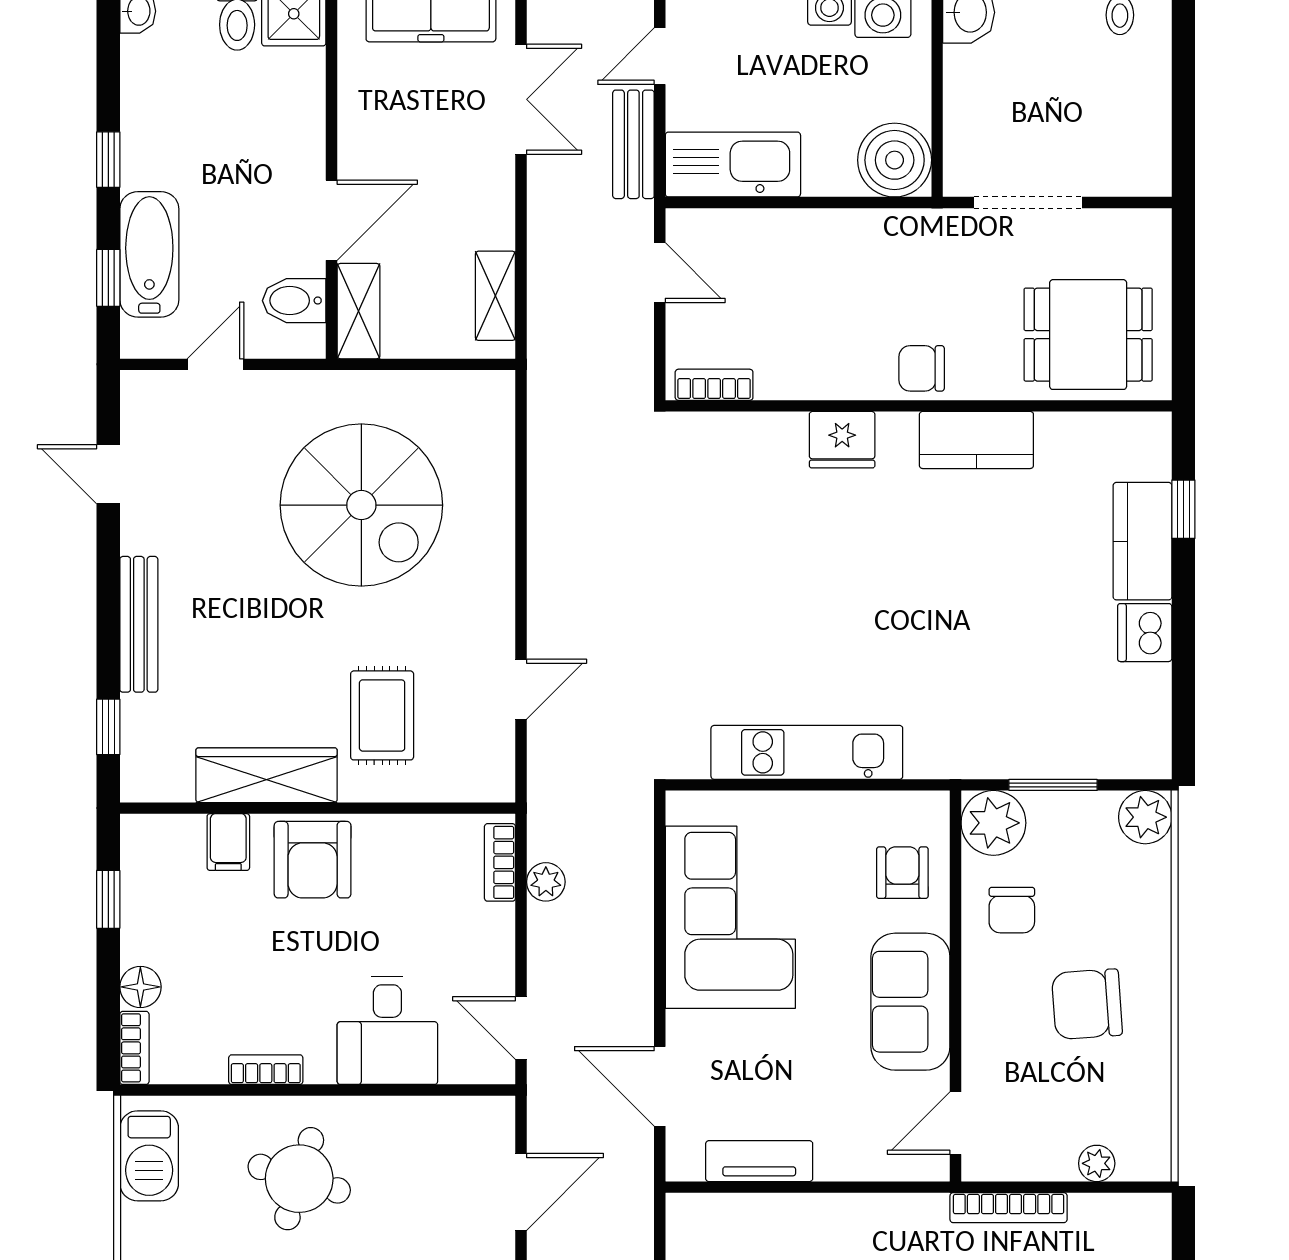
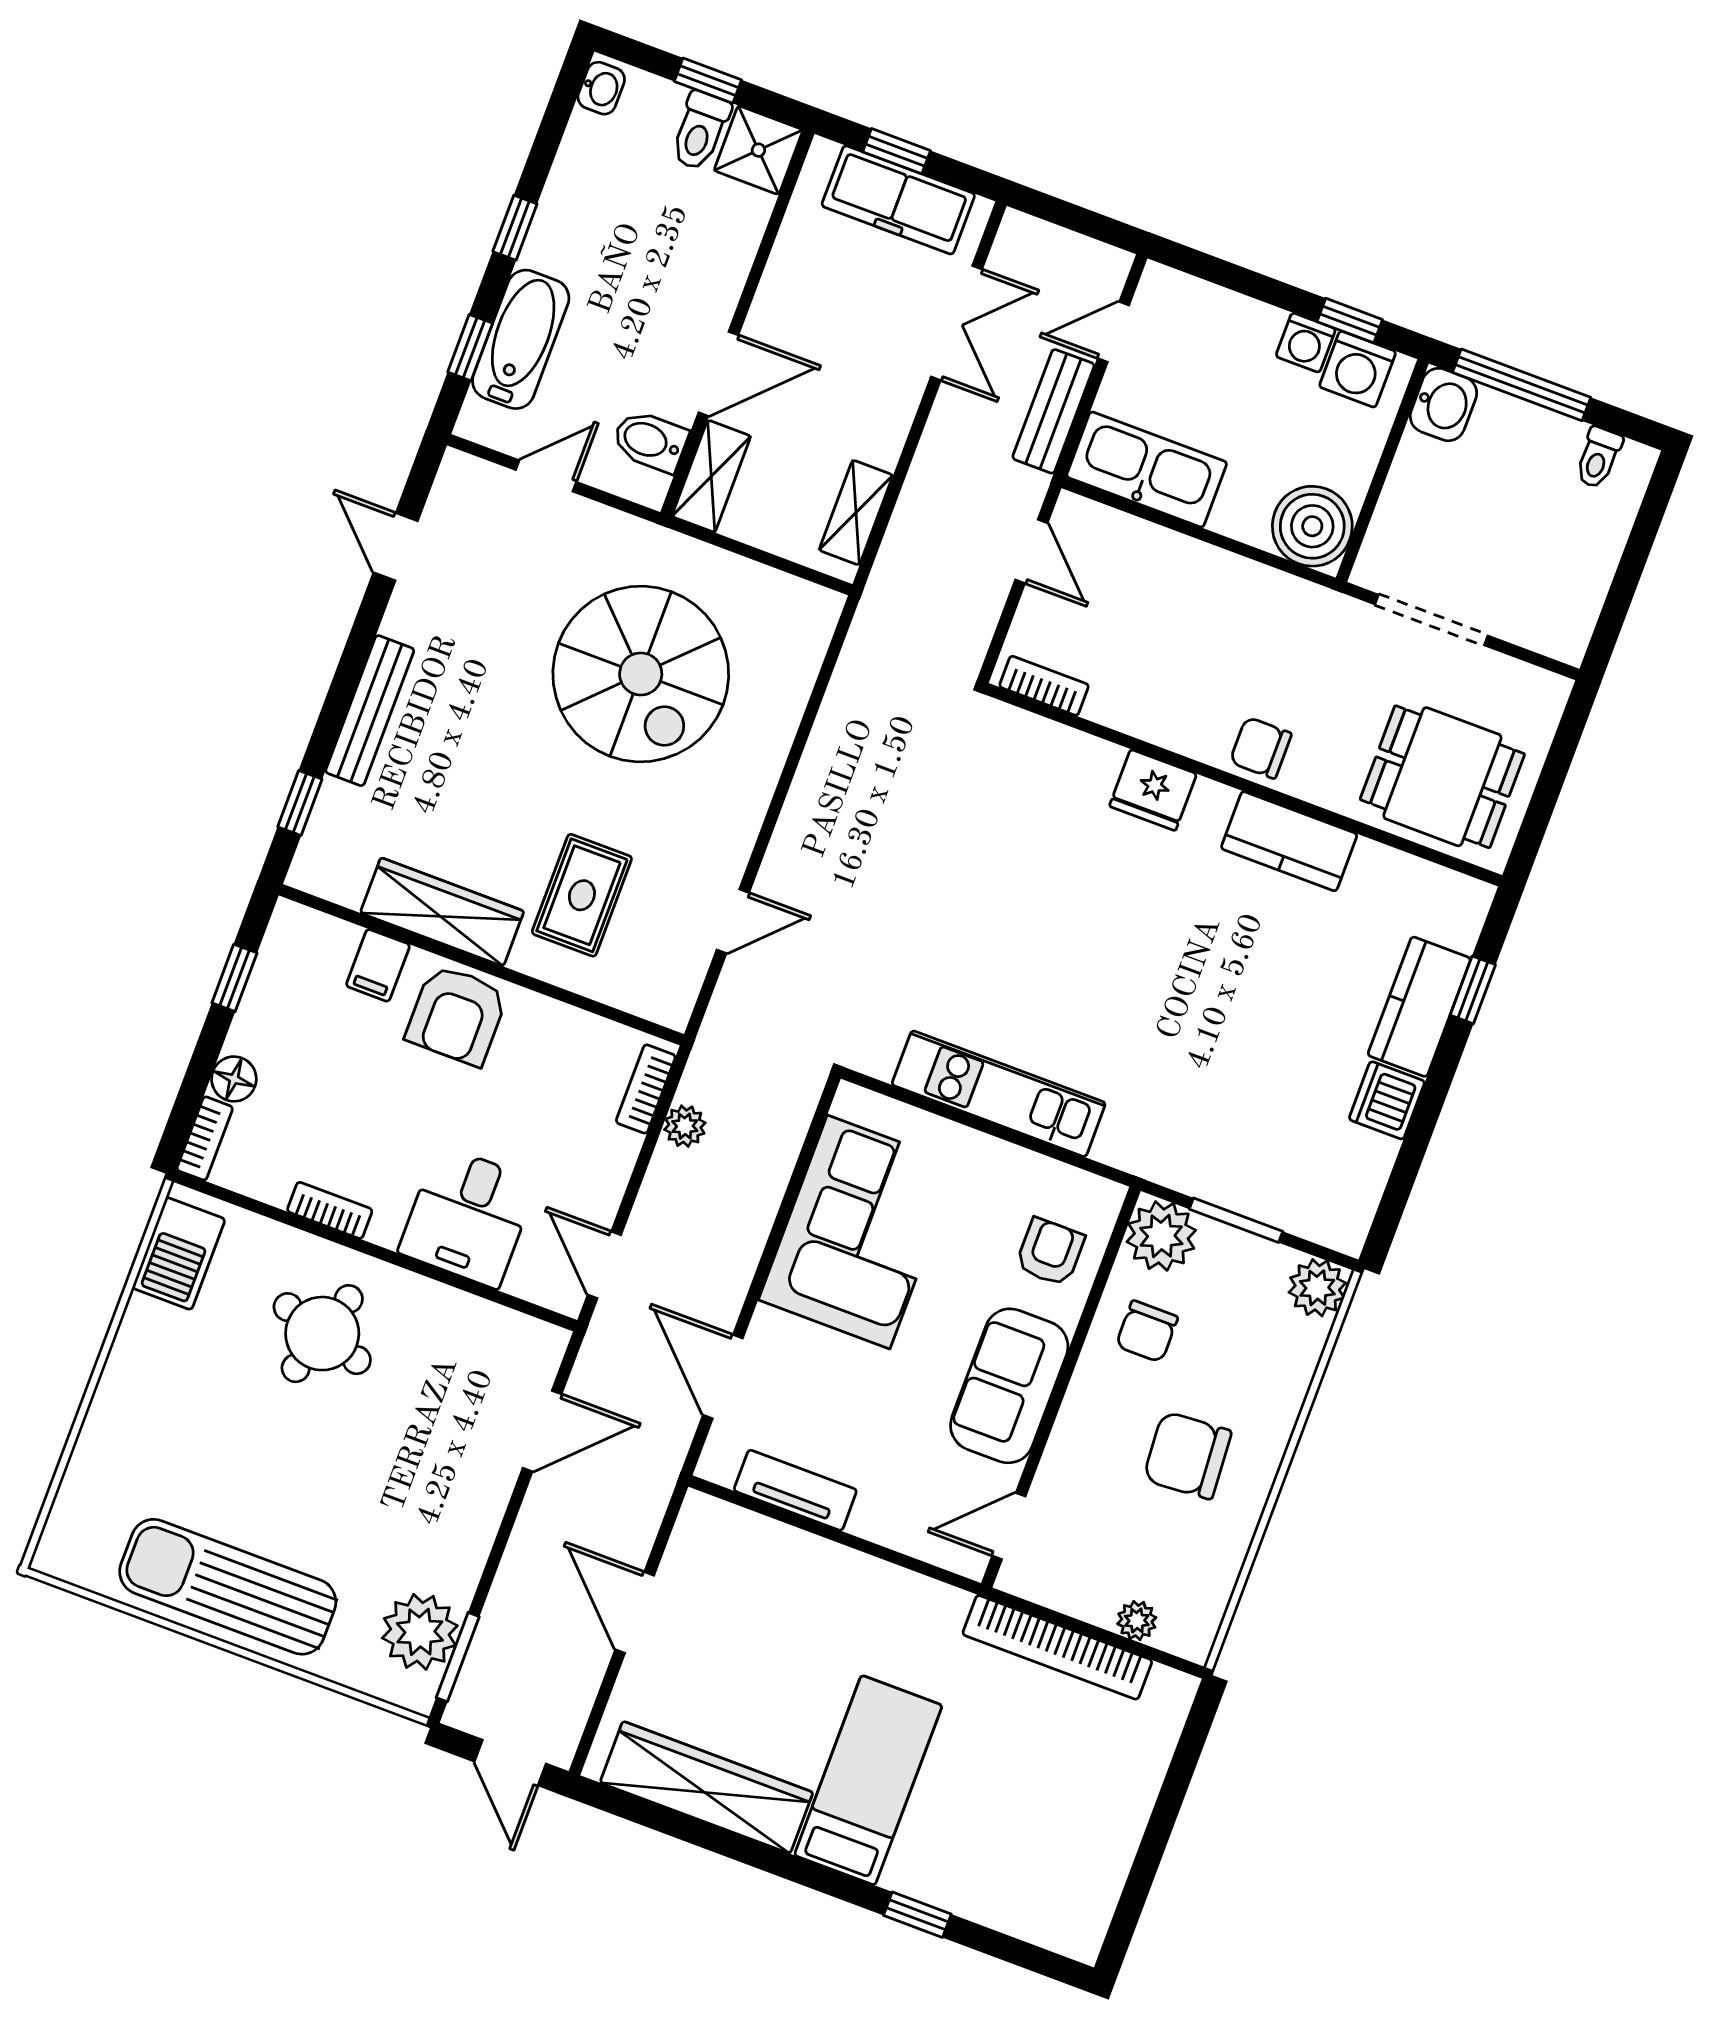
bookcase: (1009, 1208) -> (1057, 1647), width x1.48, depth x1.31

